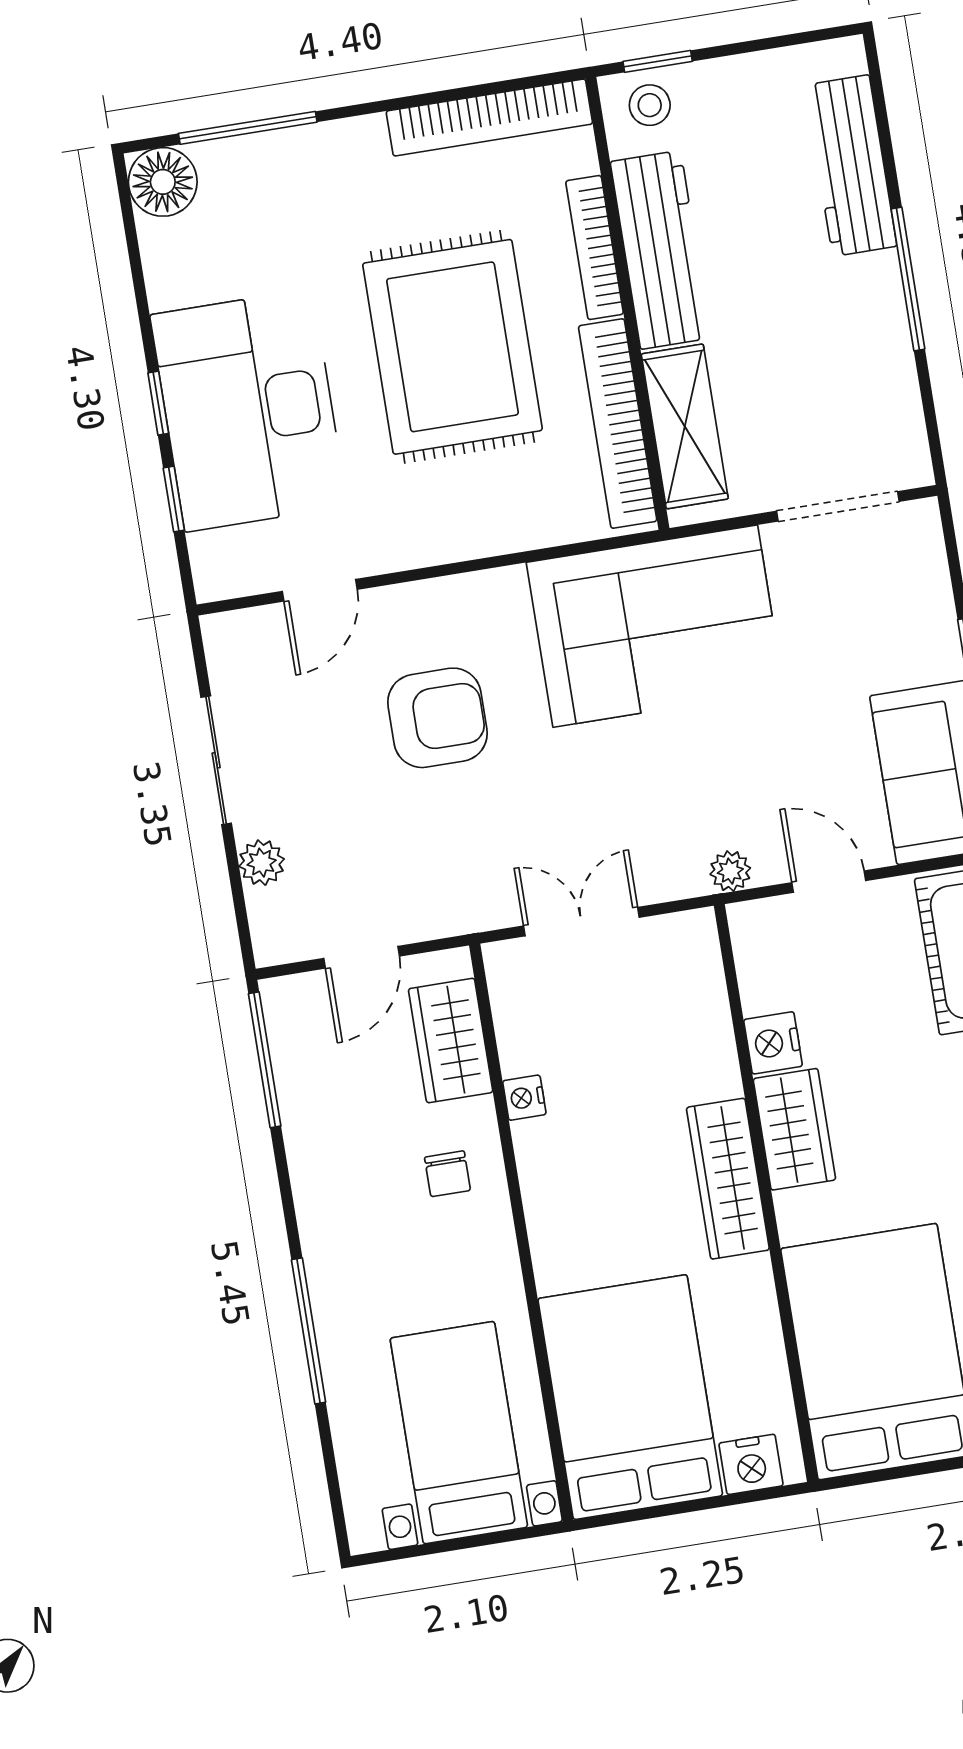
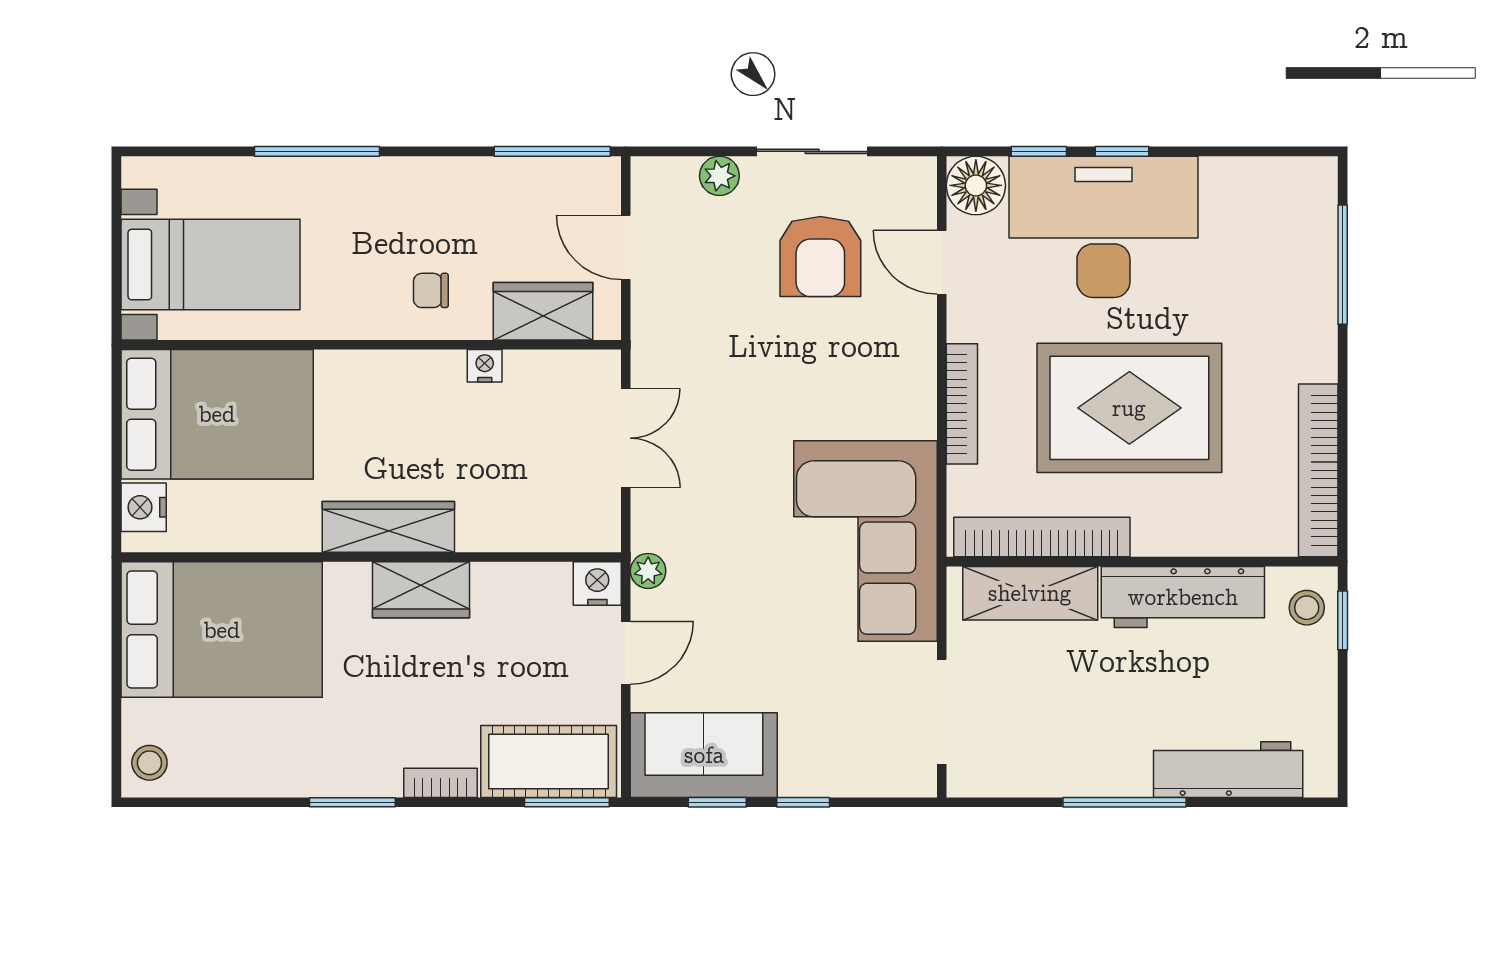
floor lamp: (163, 182) -> (976, 185), moved
bookcase: (595, 247) -> (962, 404), moved, turned 90
armchair: (437, 718) -> (820, 257), moved
nightstand: (773, 1043) -> (597, 584), moved

